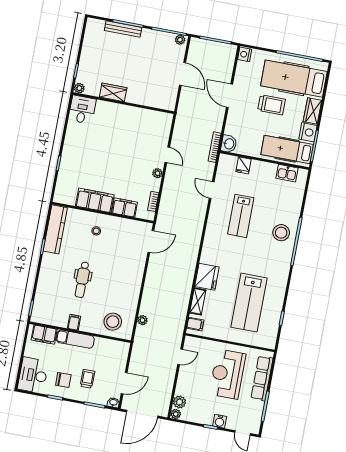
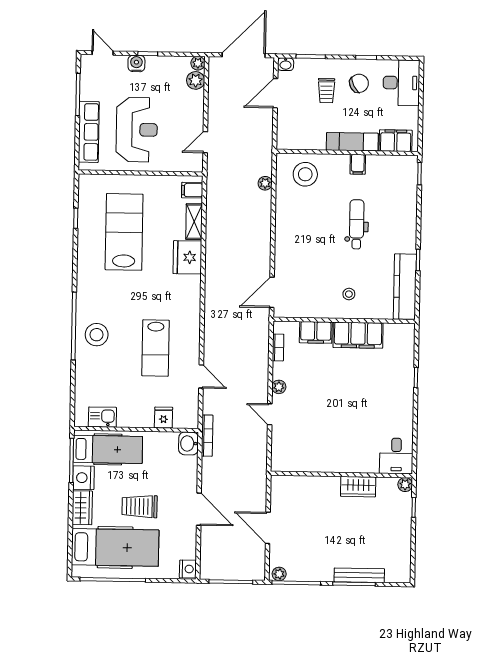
lab bench: (241, 216) -> (155, 348), turned 180
chair: (63, 380) -> (359, 83), turned 152

